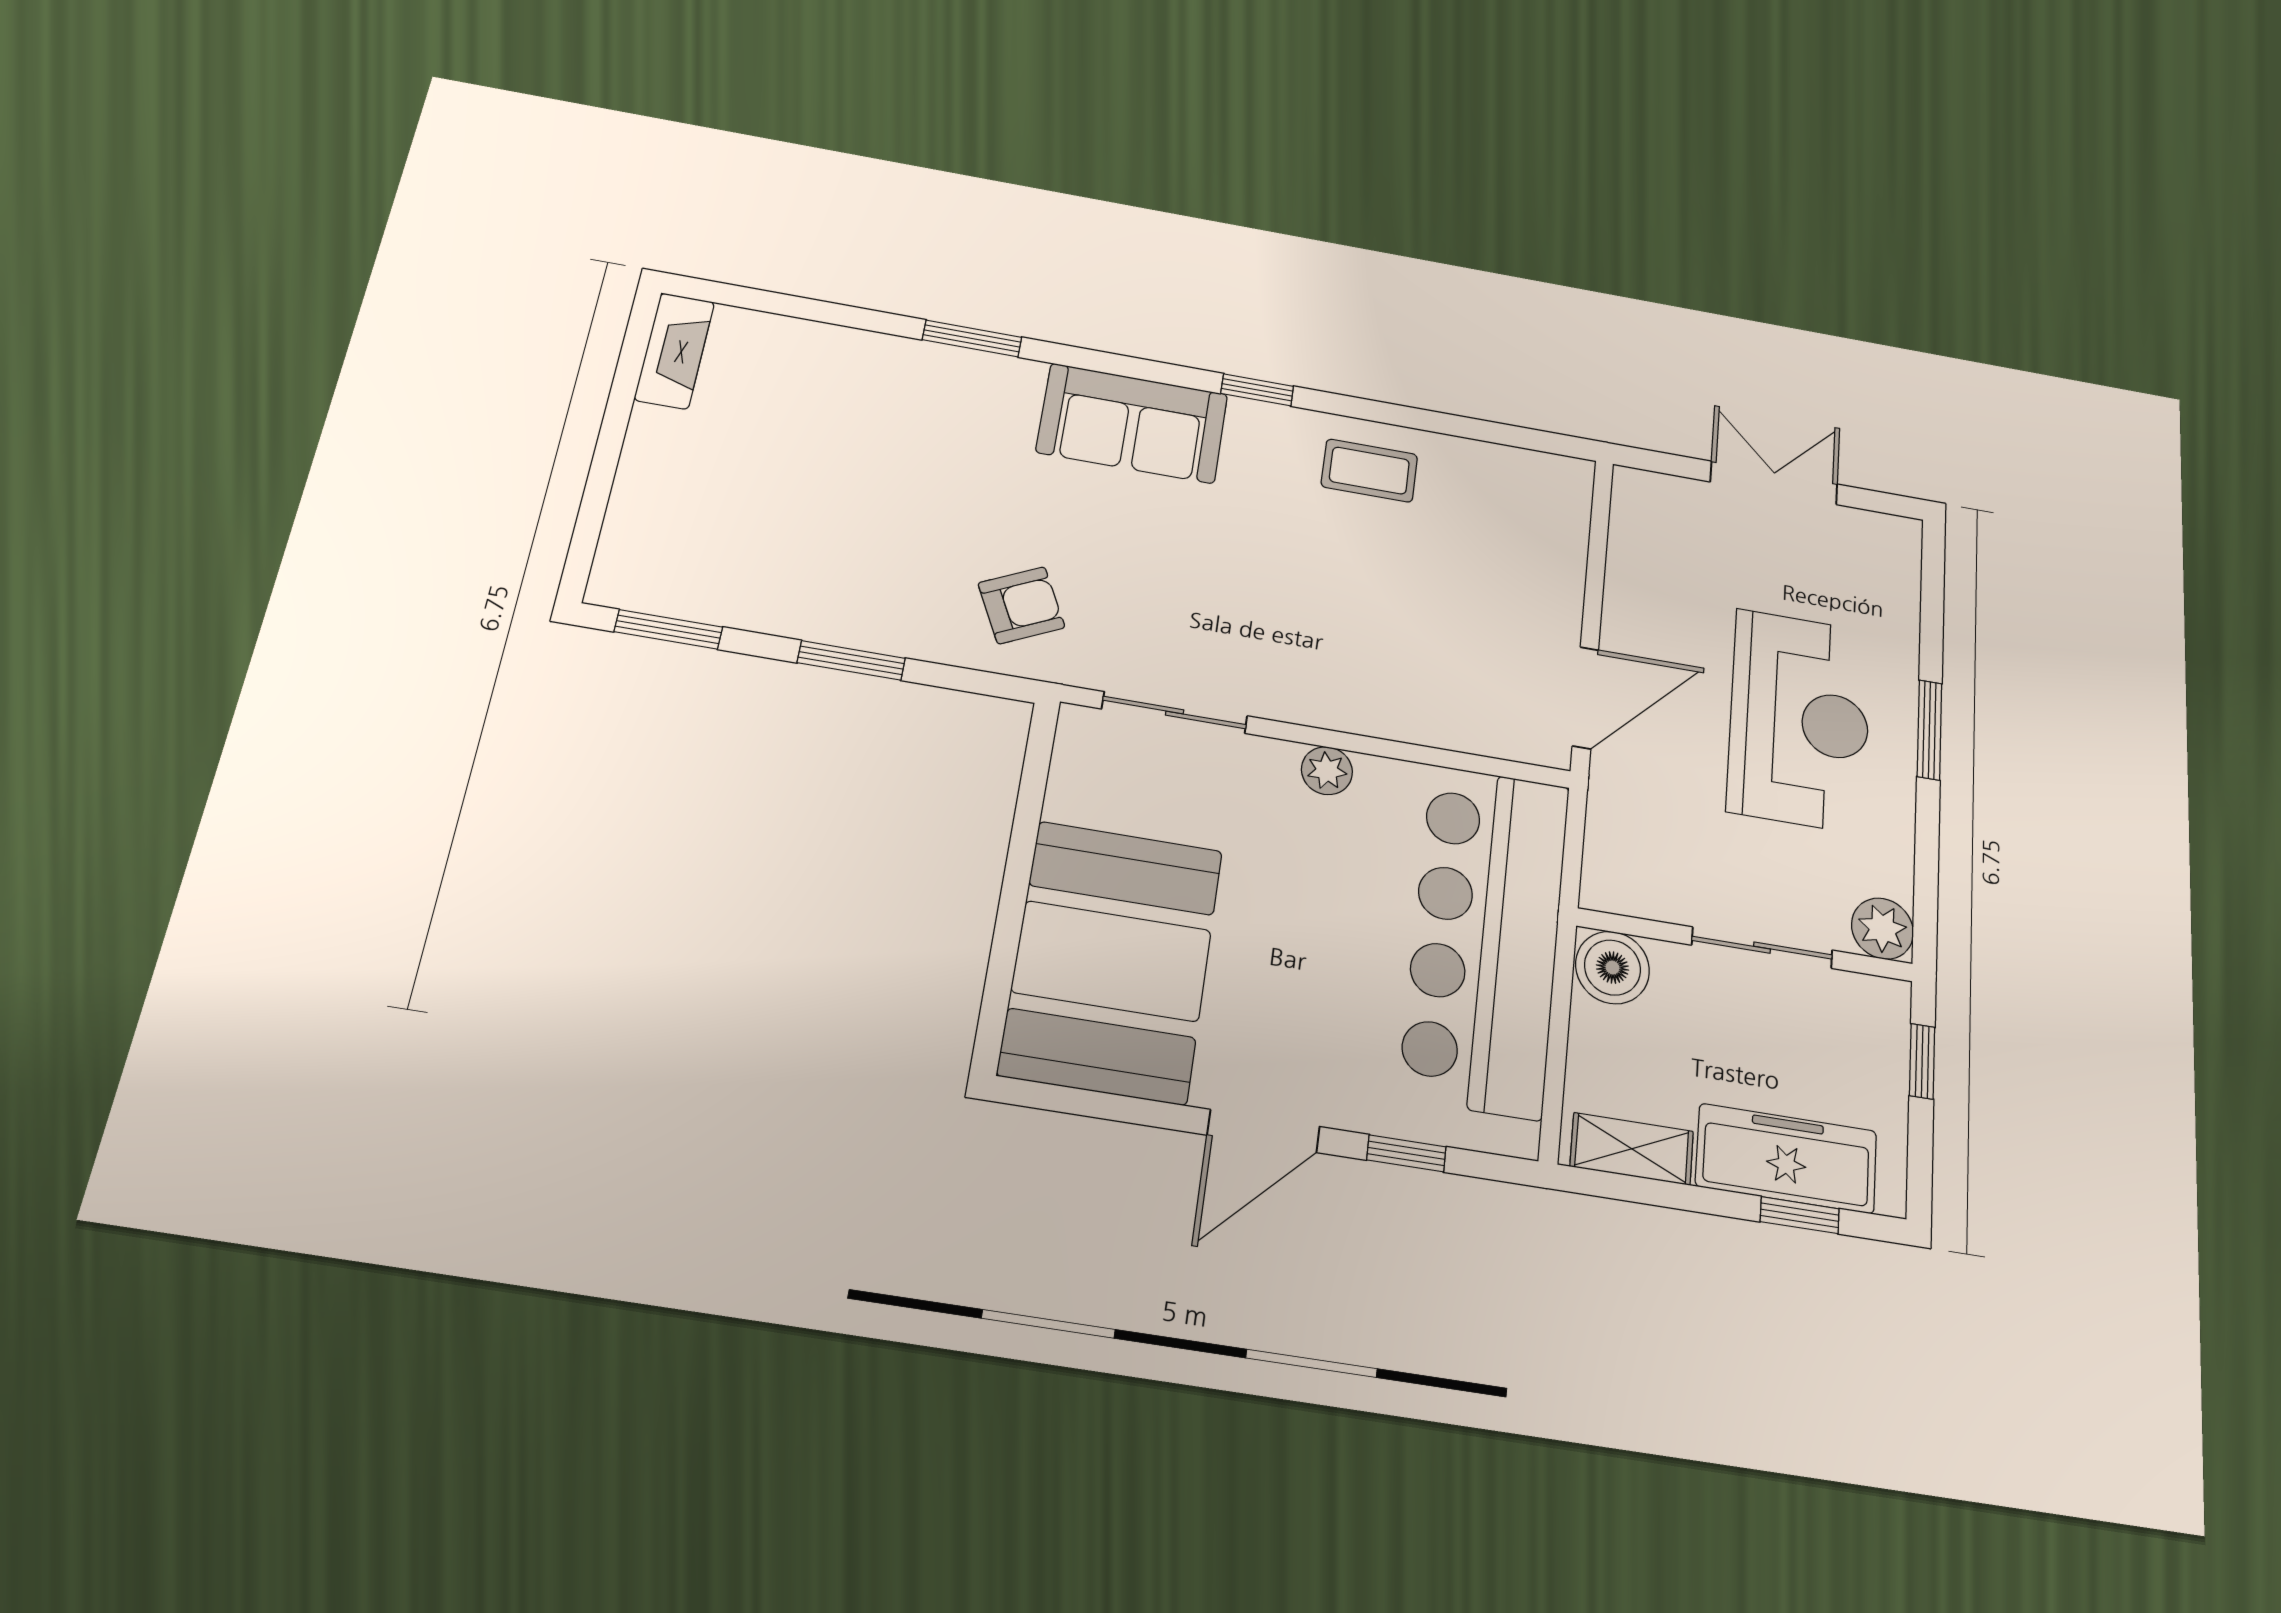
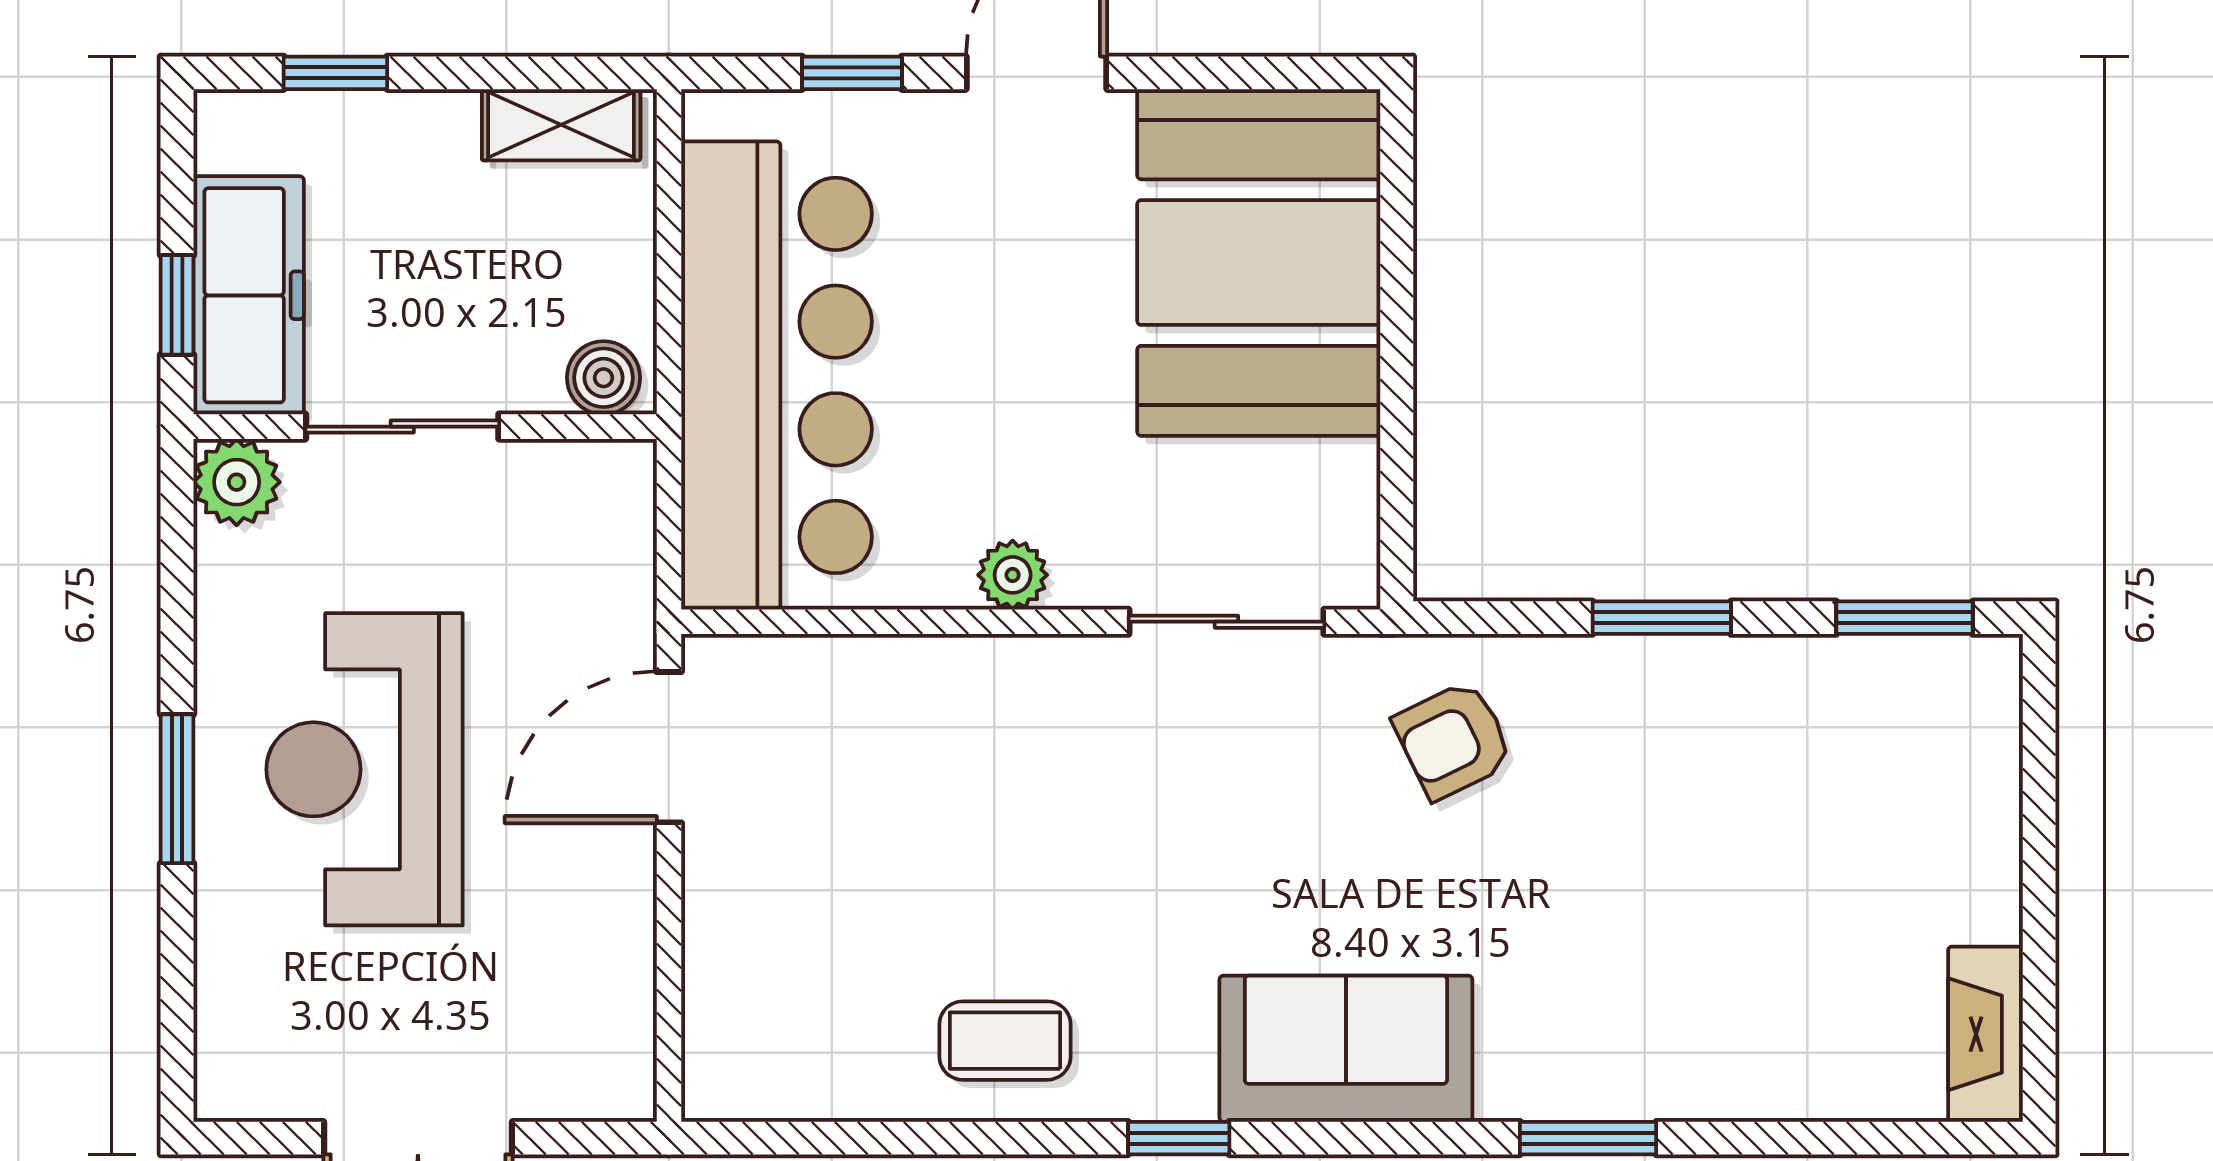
boiler: (1612, 968) -> (604, 378), width x0.73, depth x0.73
freezer: (1786, 1158) -> (249, 295), moved, turned -90

